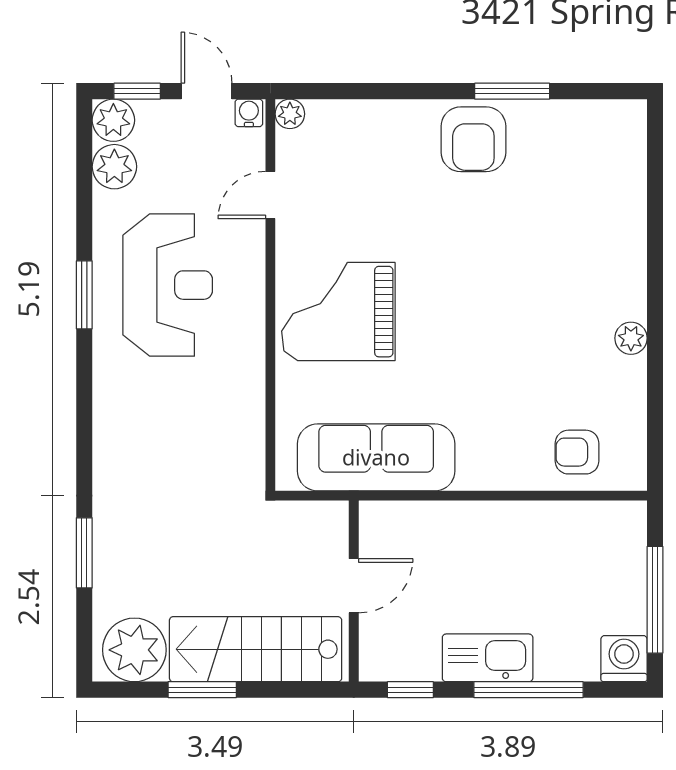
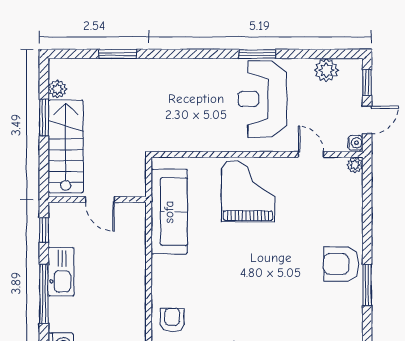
plant: (113, 120) -> (351, 70), removed
reception desk: (168, 285) -> (262, 99), turned 90
plant: (134, 650) -> (57, 89), width x0.53, depth x0.53

